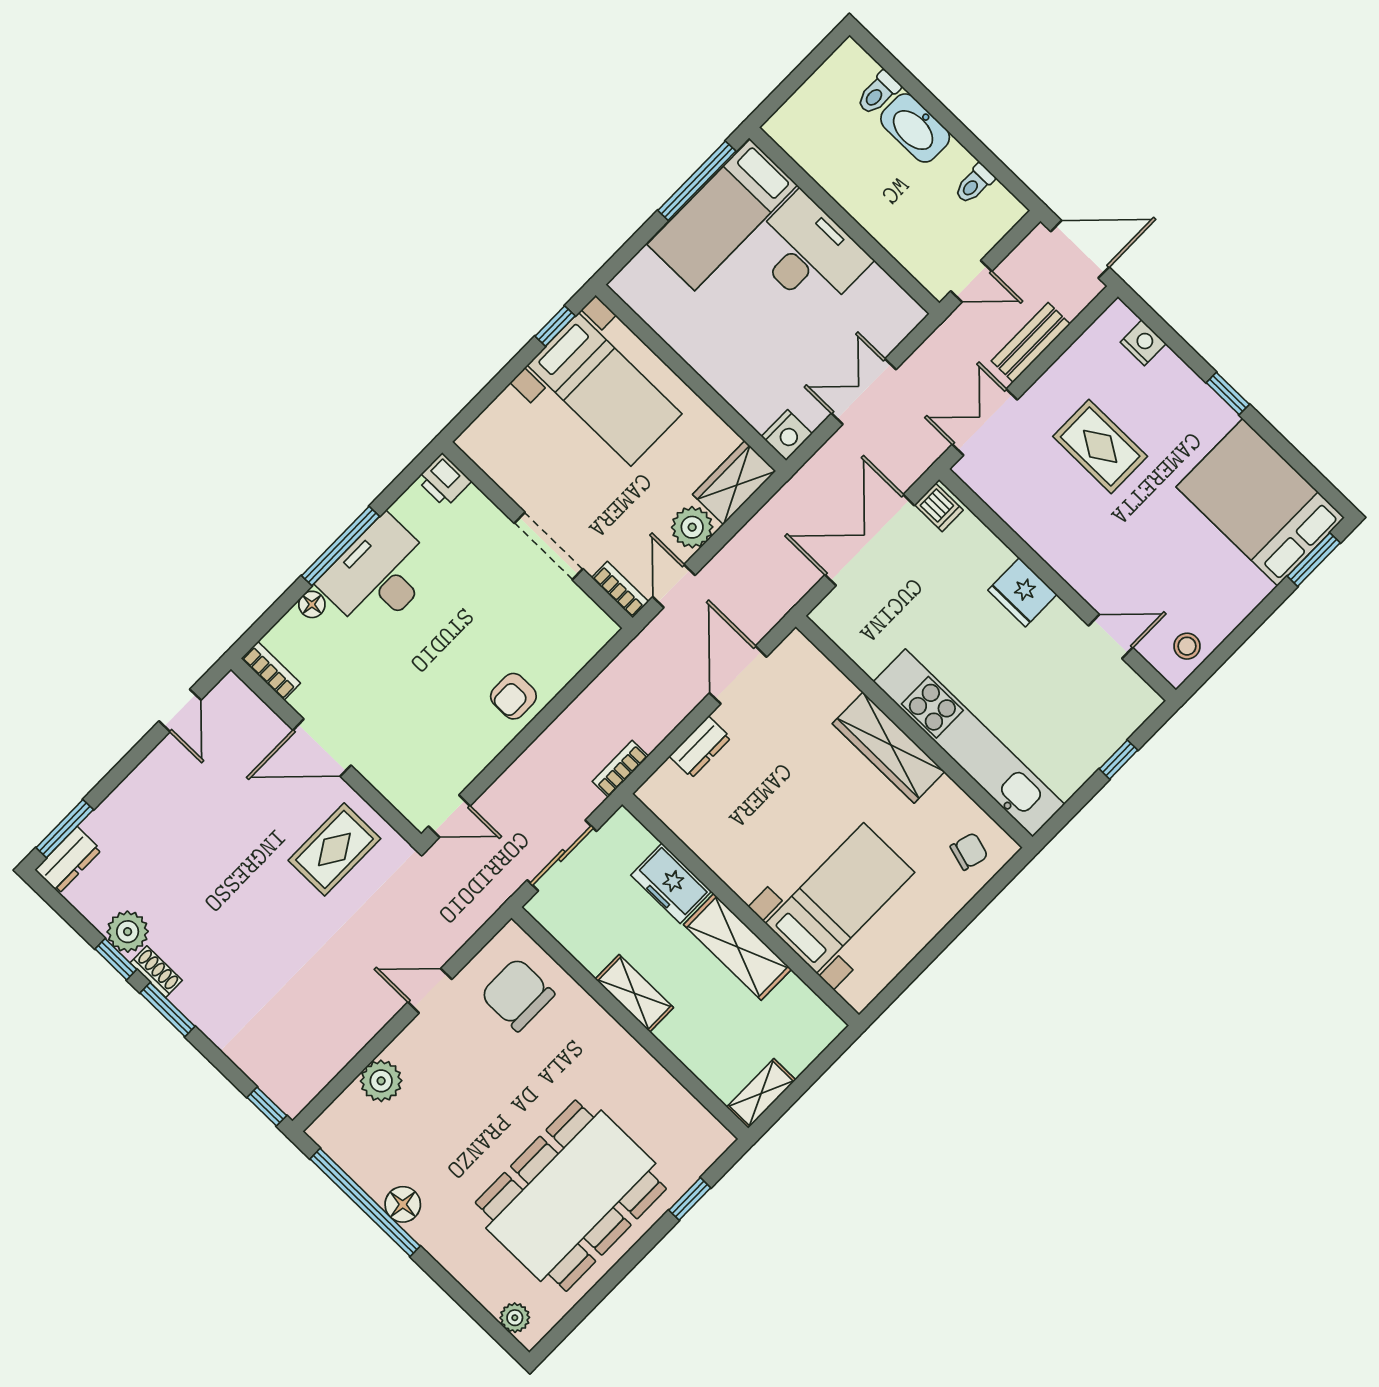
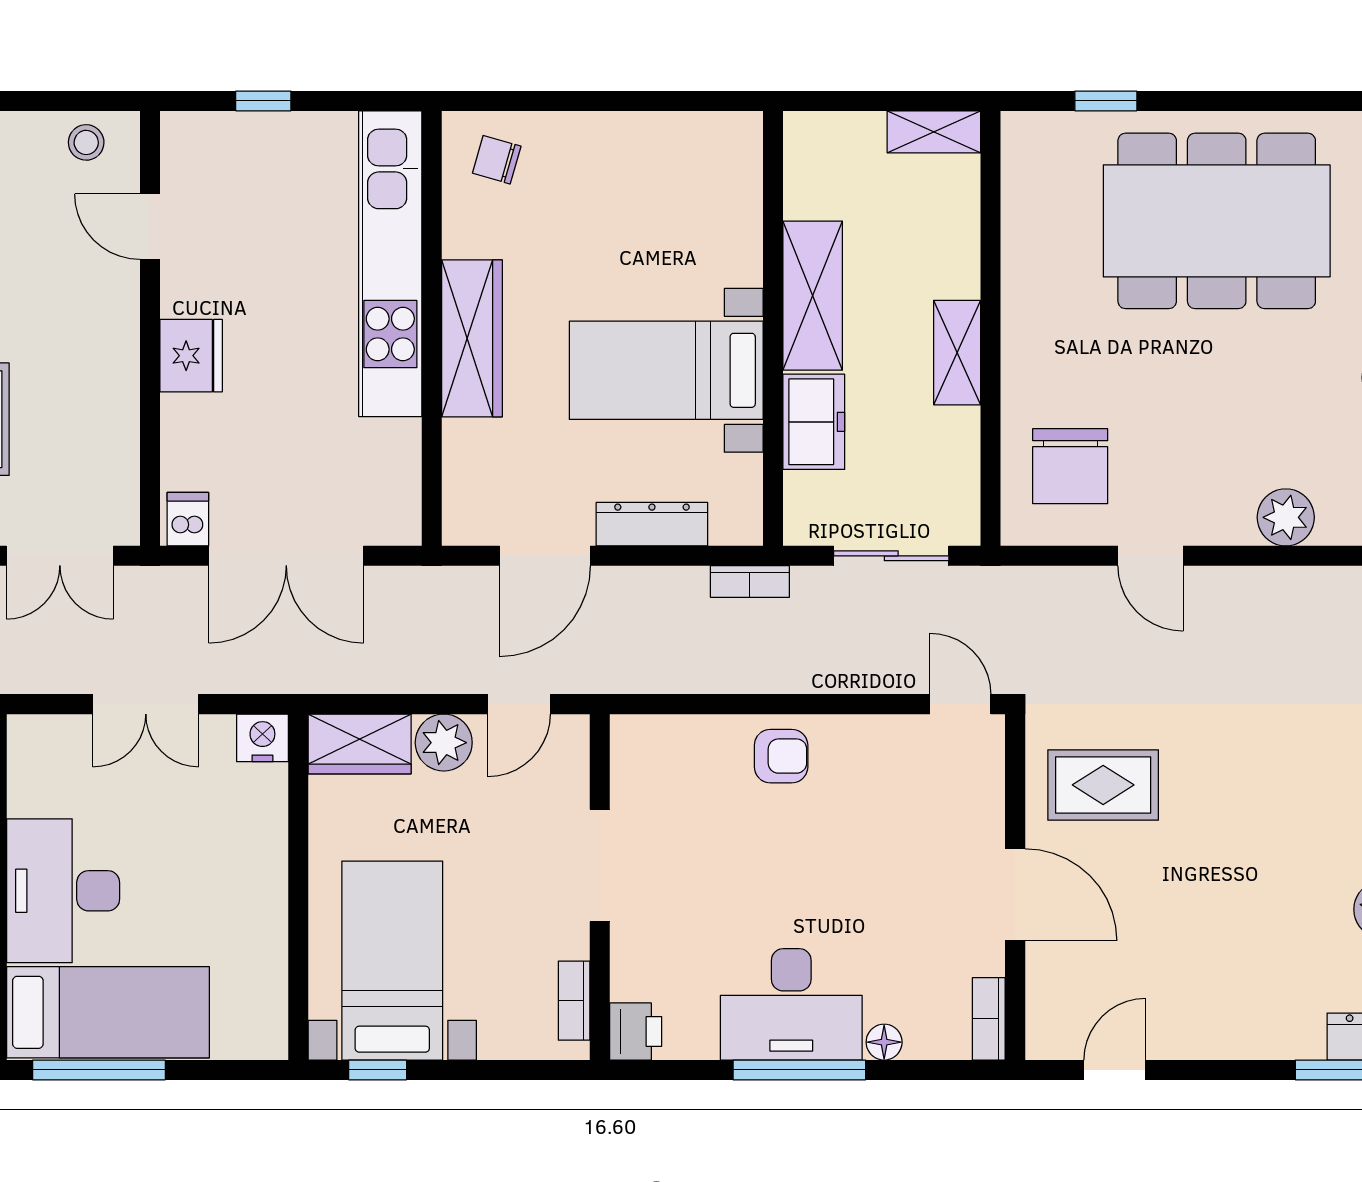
bookcase: (620, 590) -> (574, 1001), moved
dresser: (700, 747) -> (652, 524), width x1.44
bed with nightstands: (840, 898) -> (666, 370), moved

